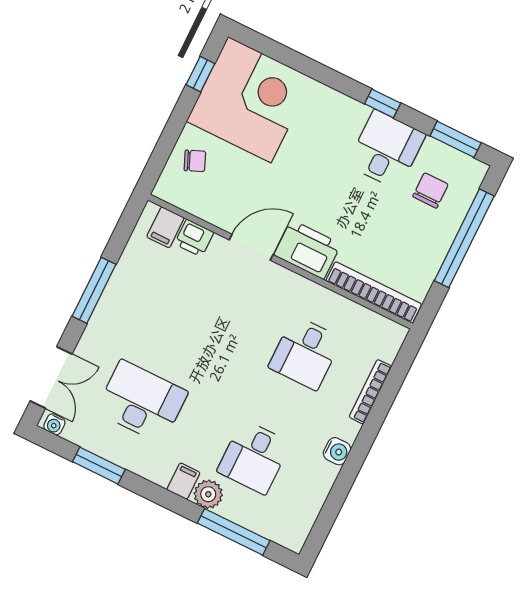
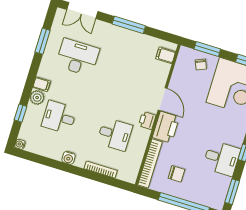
window: (166, 143) -> (207, 49), added
chair: (430, 190) -> (176, 174), moved
printer: (194, 238) -> (147, 120), moved
desk: (305, 353) -> (115, 134), turned 180
desk: (142, 402) -> (78, 57), turned -90
water cooler: (54, 424) -> (20, 144), moved
window: (234, 532) -> (20, 113), width x0.46

